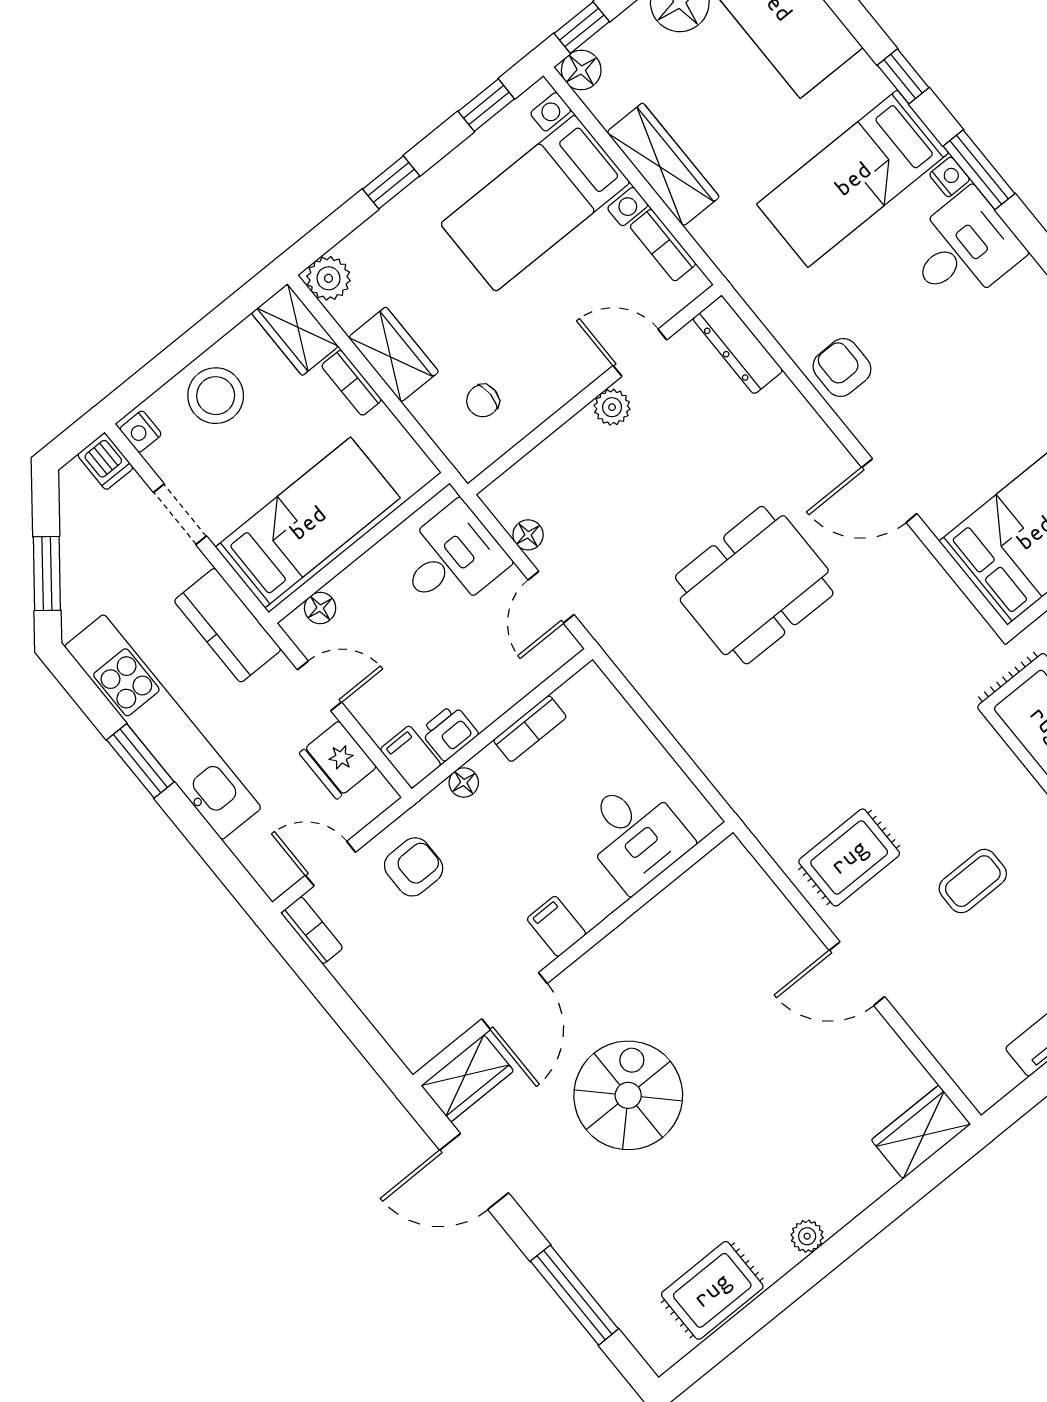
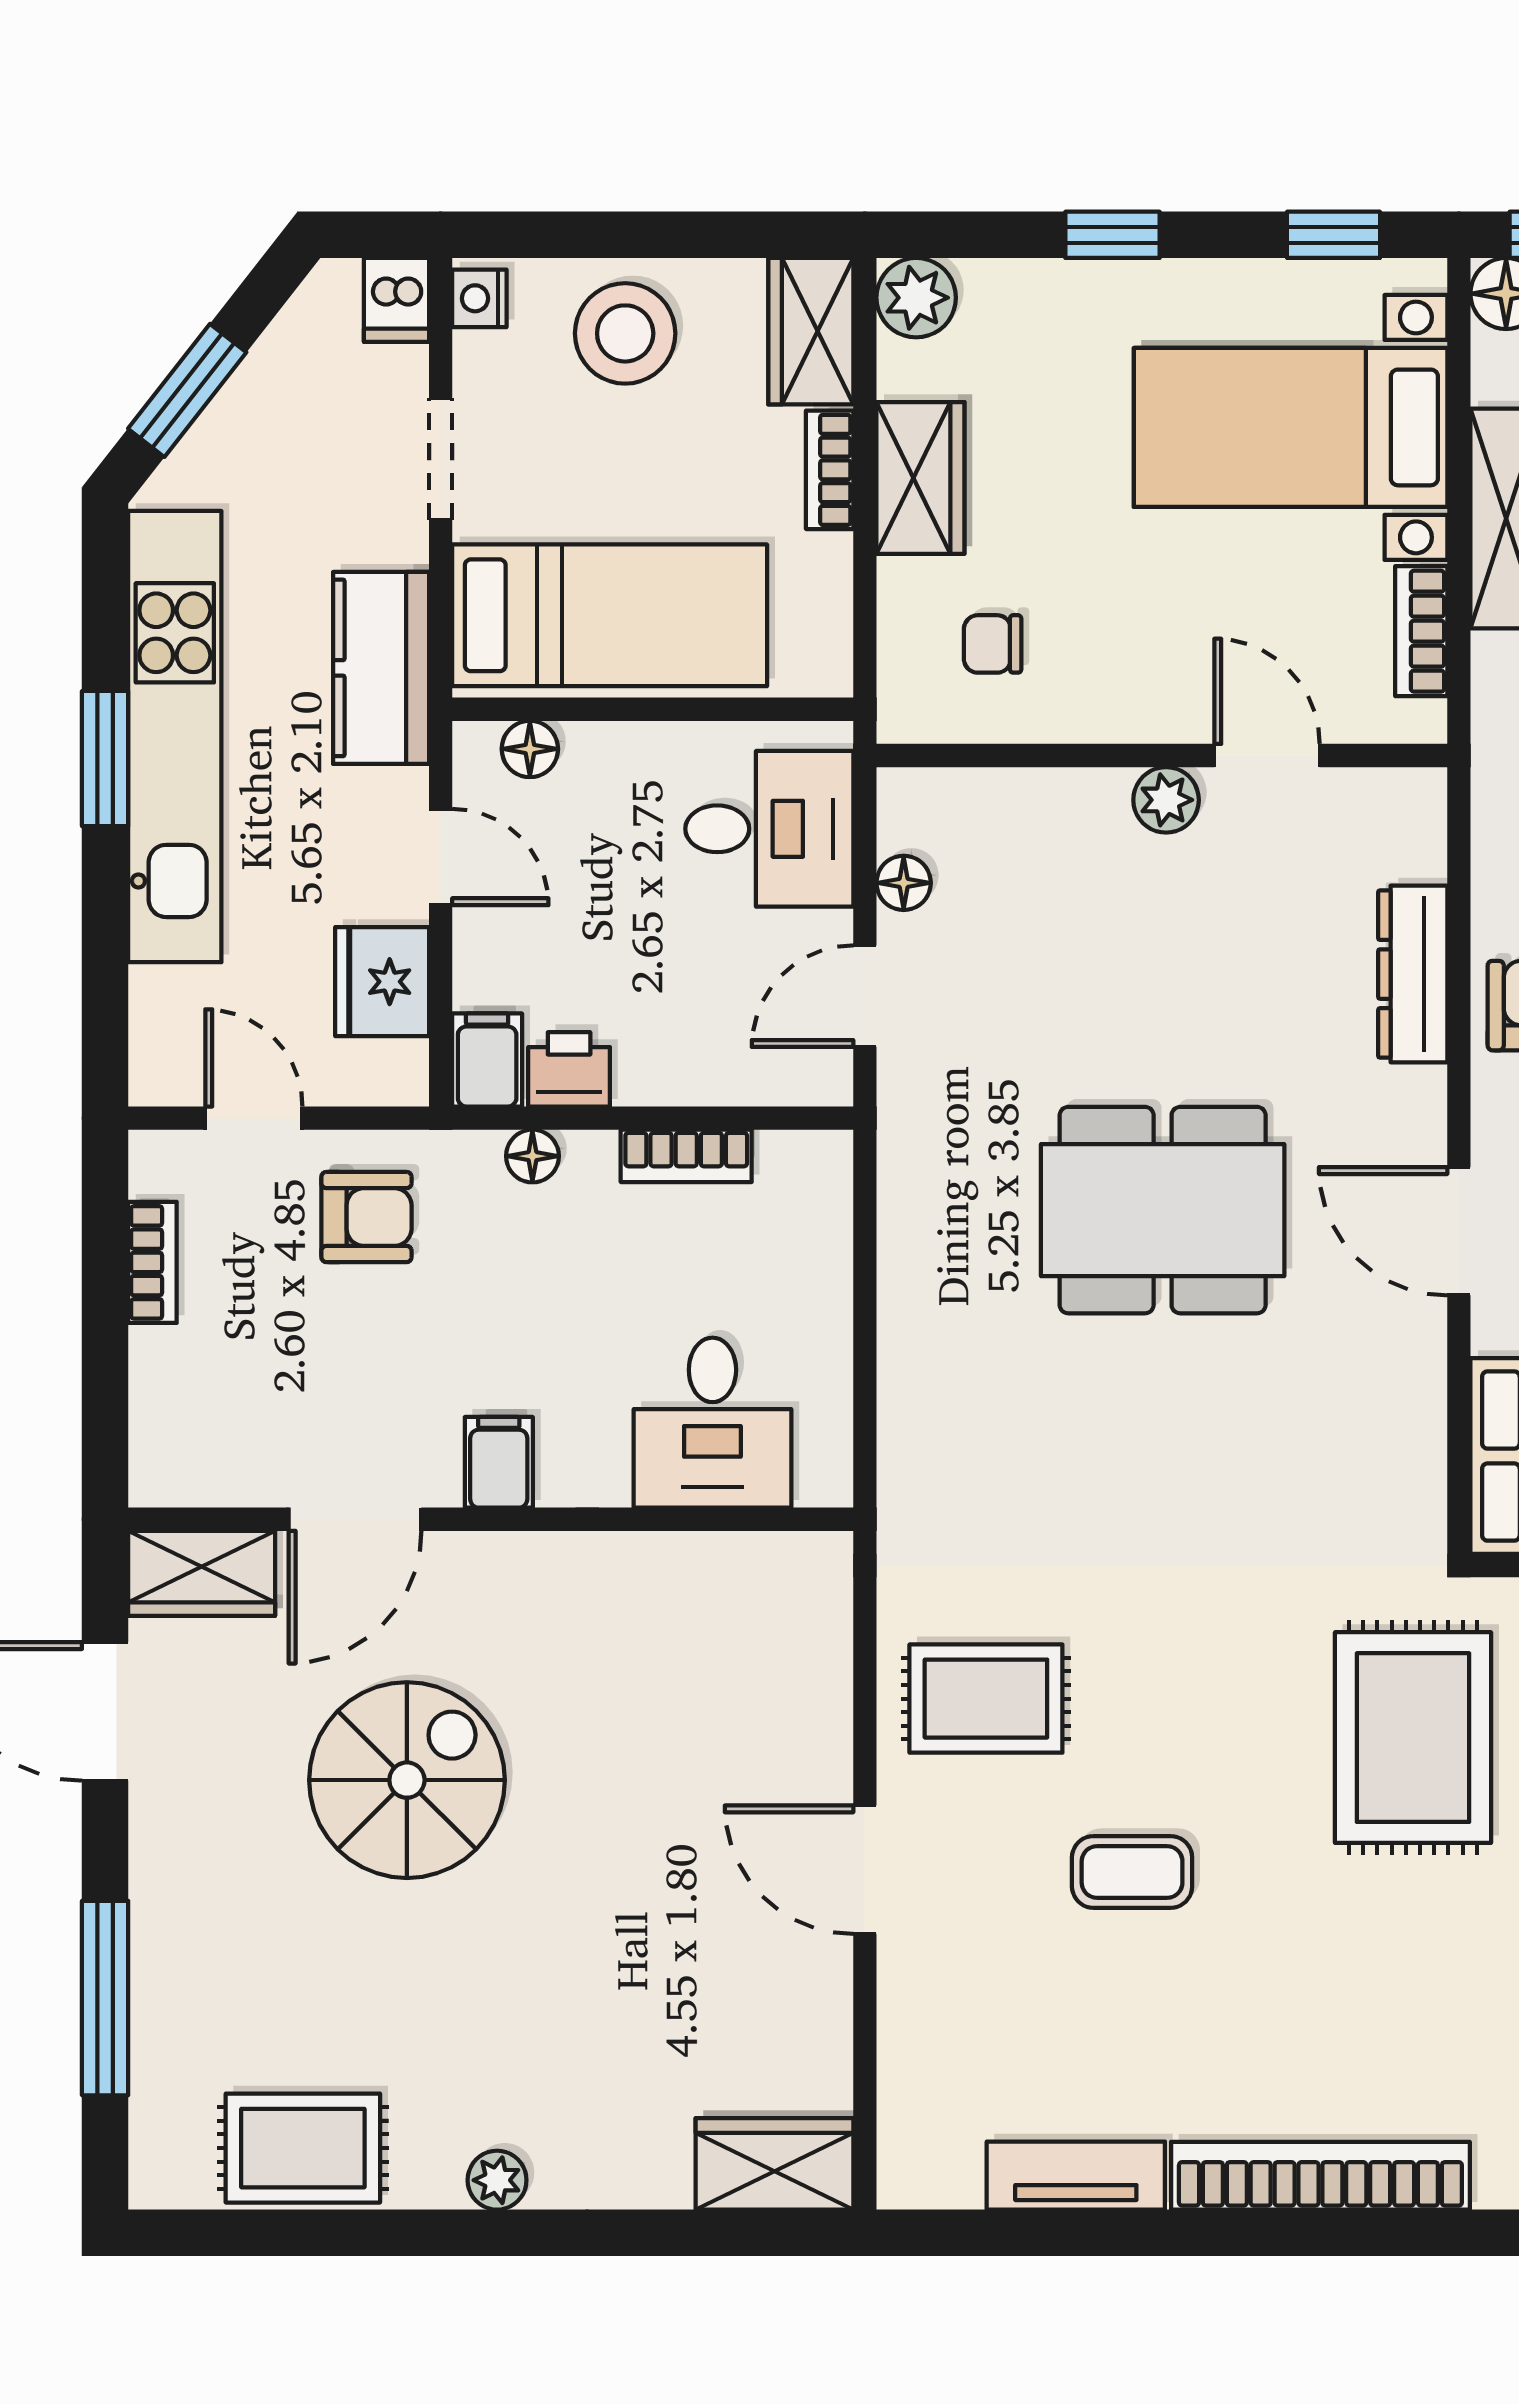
dresser: (738, 345) -> (1413, 974), moved
bookcase: (312, 930) -> (152, 1262), moved

